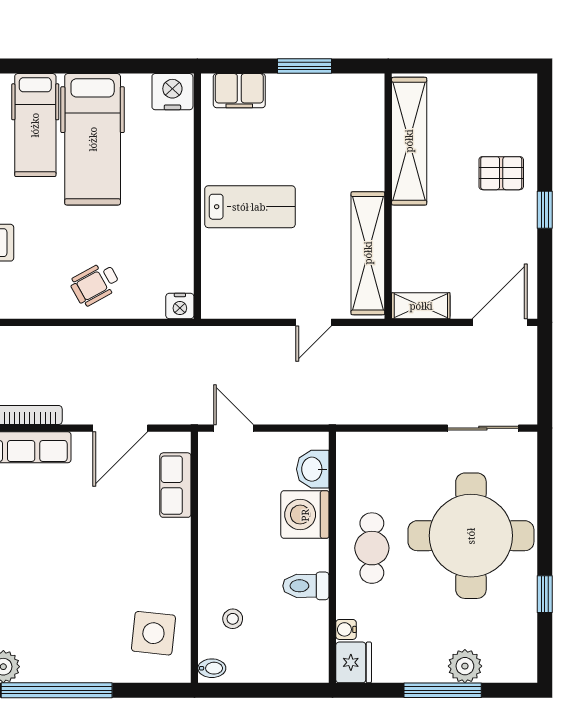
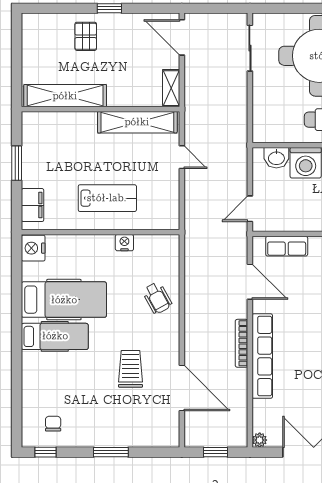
lab bench: (250, 207) -> (107, 198), turned 90
nightstand: (180, 306) -> (124, 243), moved, turned -90

